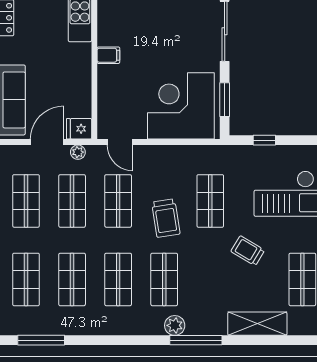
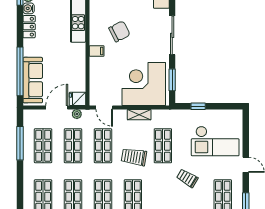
chair: (143, 25) -> (119, 31), added
shelving: (174, 153) -> (139, 115), added
trolley: (166, 218) -> (134, 157), turned 108

